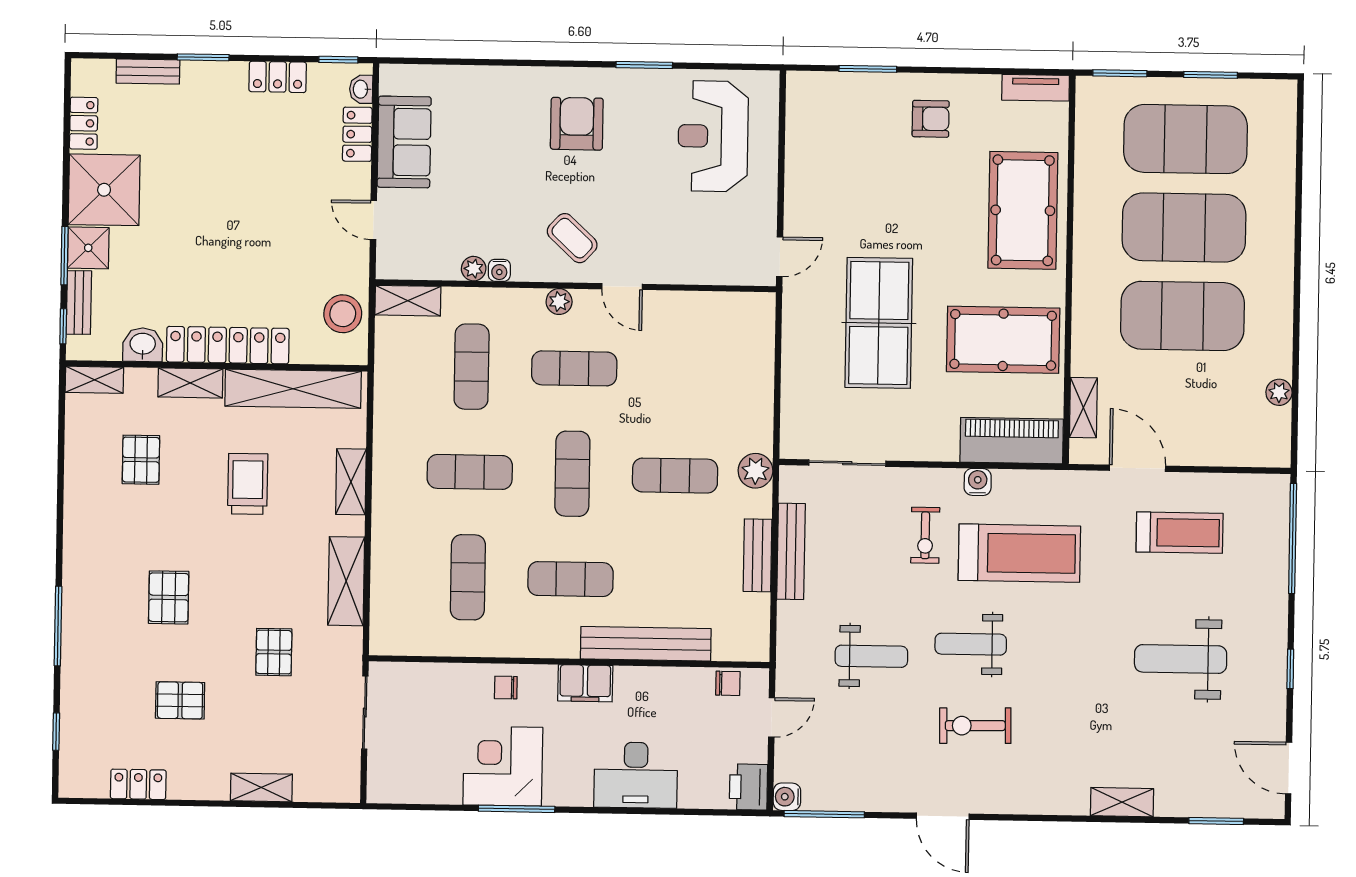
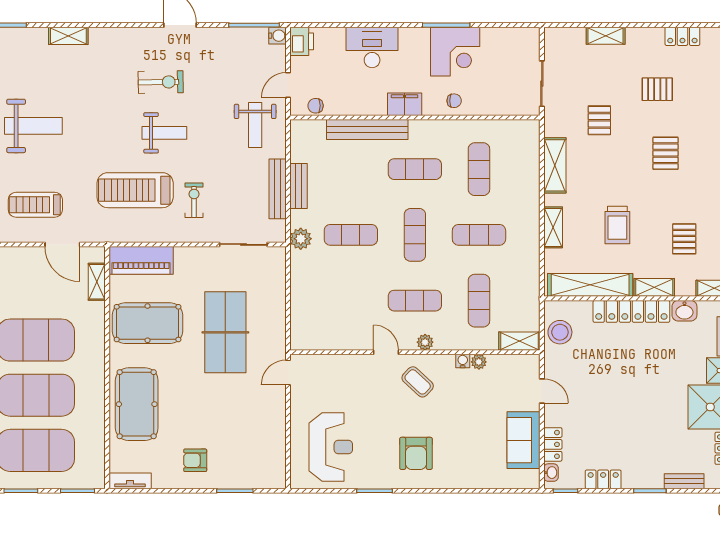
water cooler: (978, 482) -> (162, 234), removed
weight bench: (871, 656) -> (255, 125), moved, turned -90

